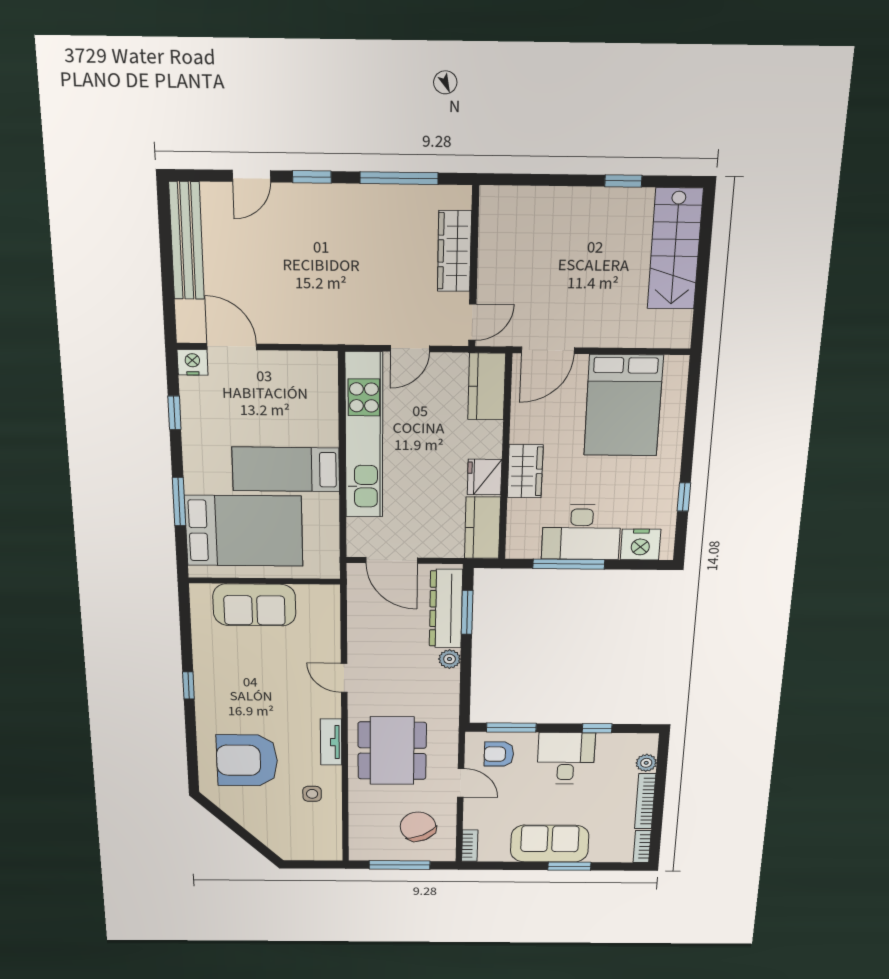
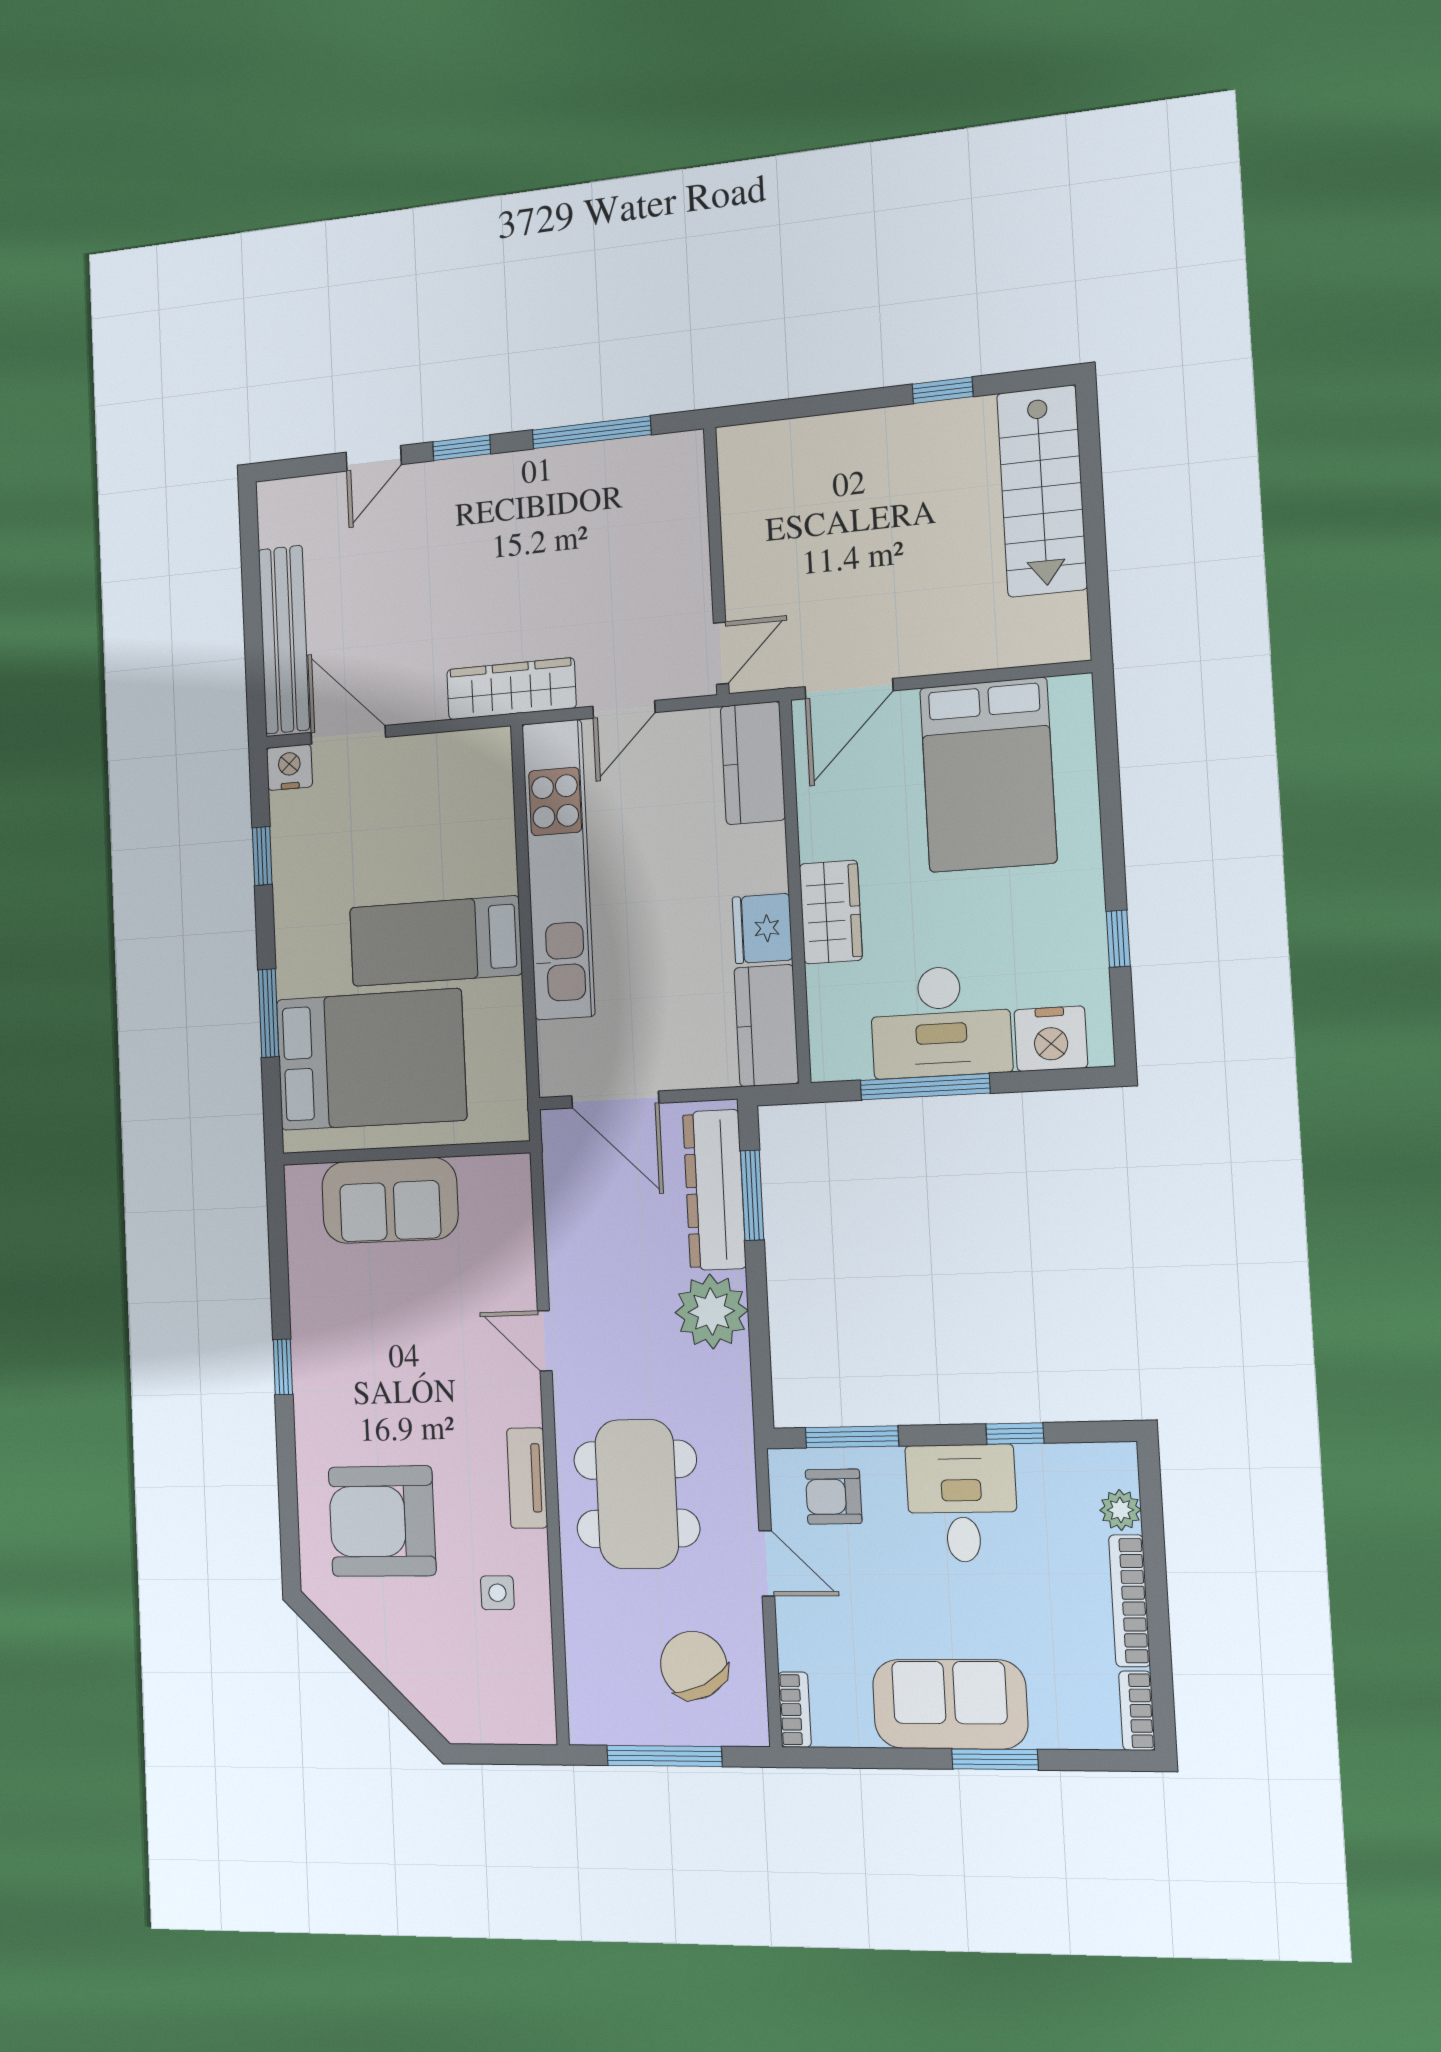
bench: (187, 241) -> (284, 640), moved
wardrobe: (454, 251) -> (511, 689), moved, turned 90
plant: (450, 659) -> (711, 1311), width x1.87, depth x1.87

